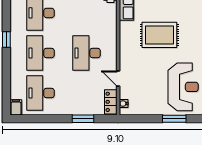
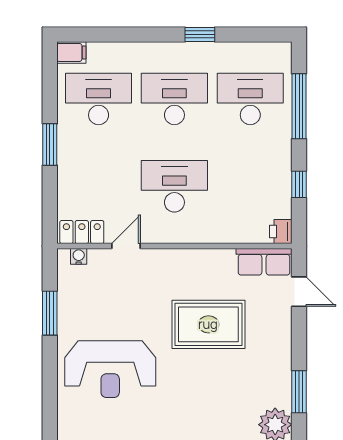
rug: (159, 35) -> (208, 324), turned 90
window: (83, 119) -> (50, 145), moved
window: (174, 119) -> (50, 313), moved

